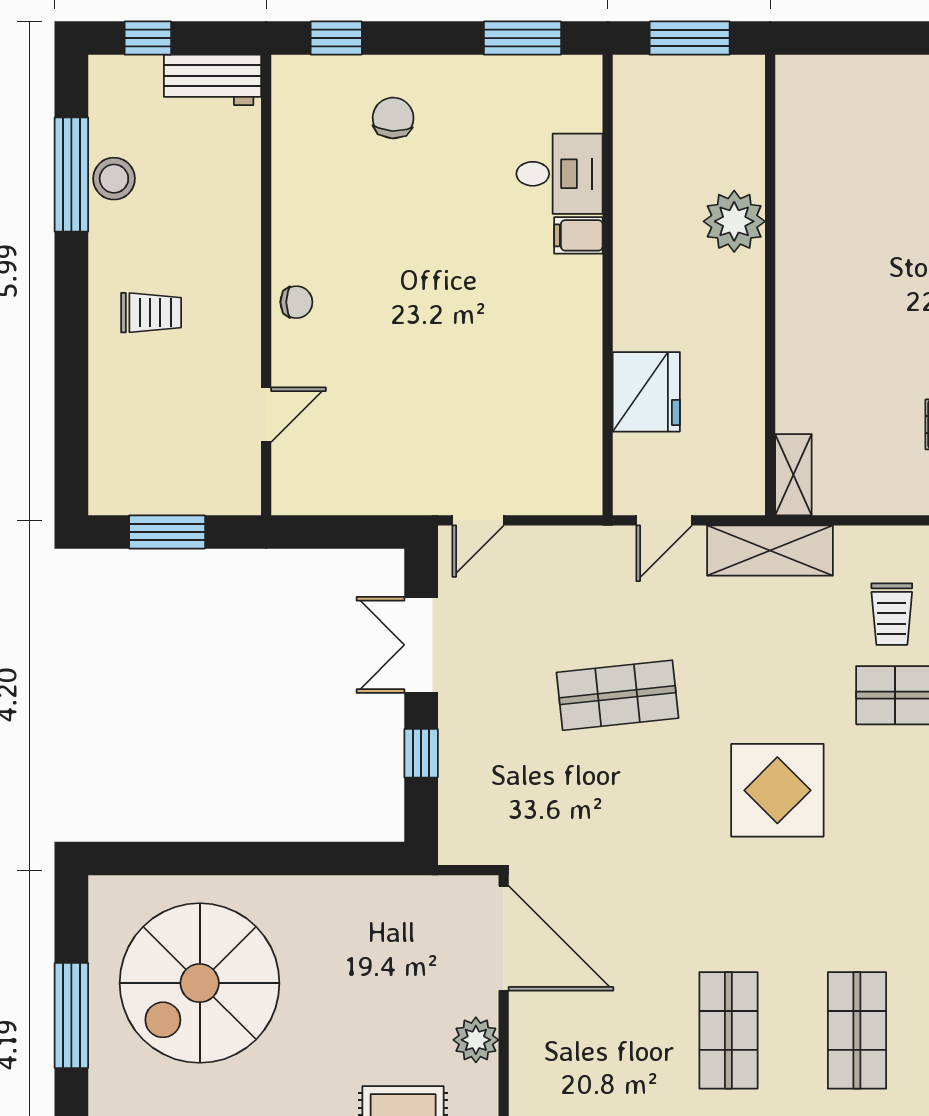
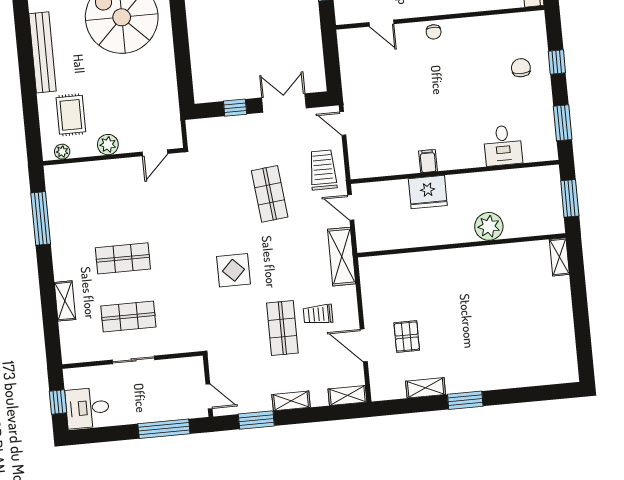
window: (336, 38) -> (557, 62), moved
chair: (393, 118) -> (521, 68), turned -93
filing cabinet: (578, 235) -> (428, 161), moved
fridge: (646, 392) -> (428, 192), moved
shelving: (793, 475) -> (559, 257), moved, turned 90
trolley: (576, 573) -> (323, 170), added
display table: (777, 790) -> (234, 270), width x0.73, depth x0.73
door: (504, 938) -> (155, 153), width x0.53

